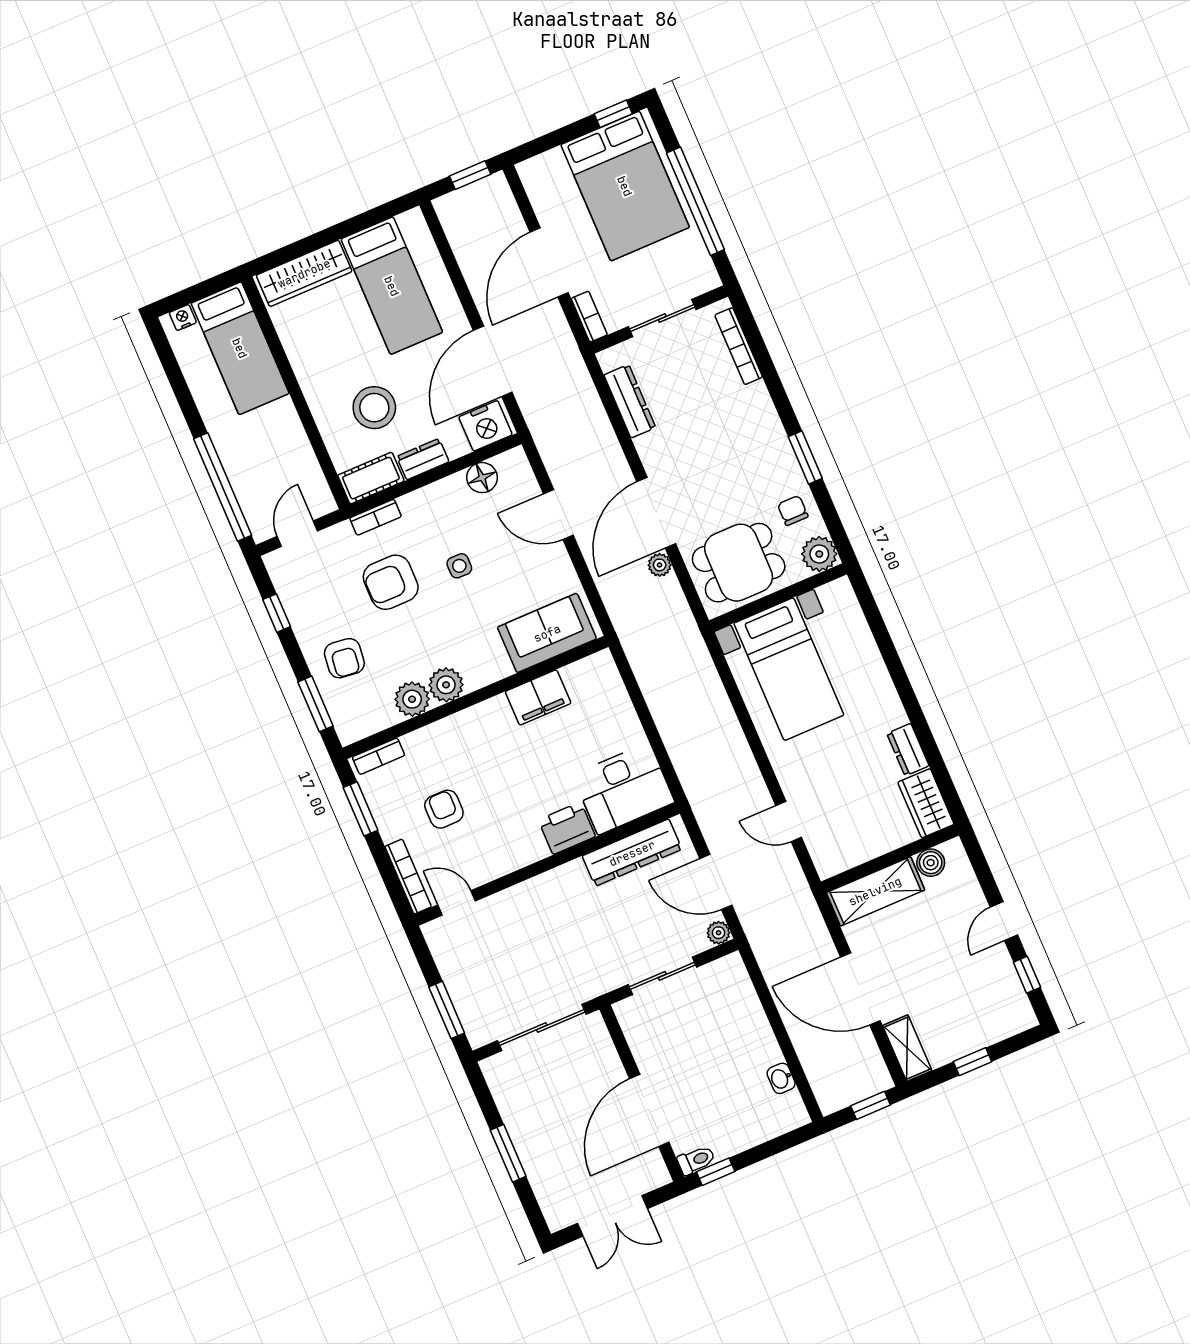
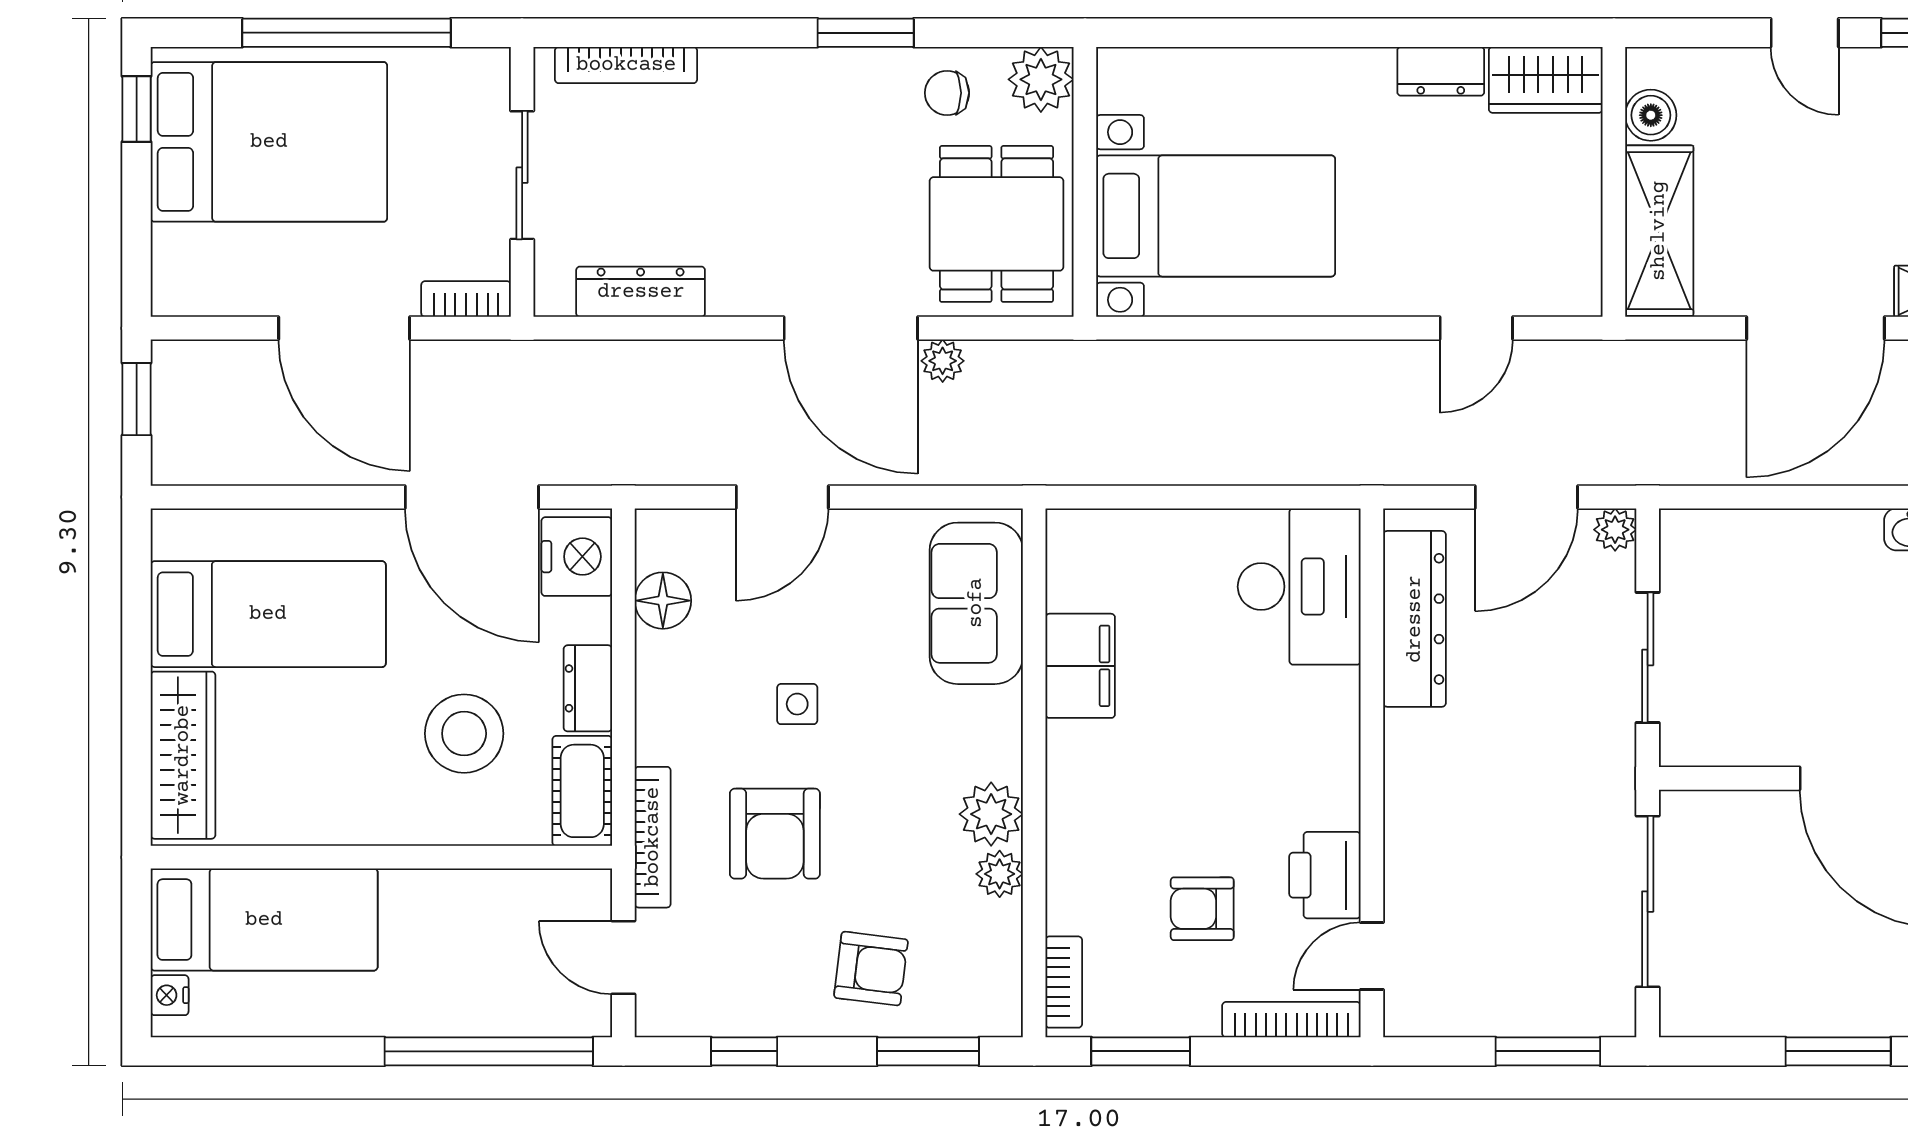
bookcase: (376, 517) -> (653, 837), width x1.56
plant: (412, 699) -> (1000, 874), width x0.73, depth x0.73
printer: (567, 828) -> (1325, 875), moved

